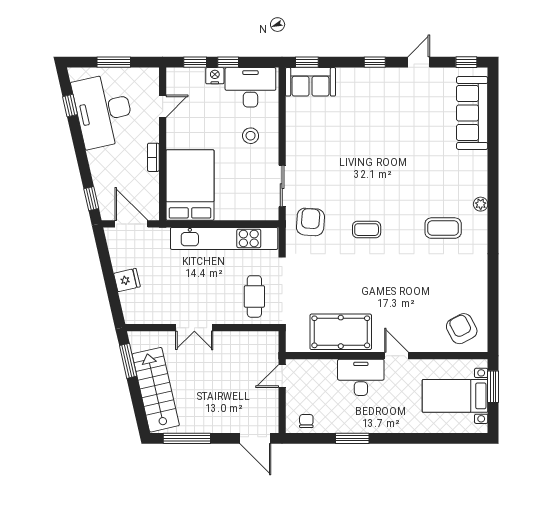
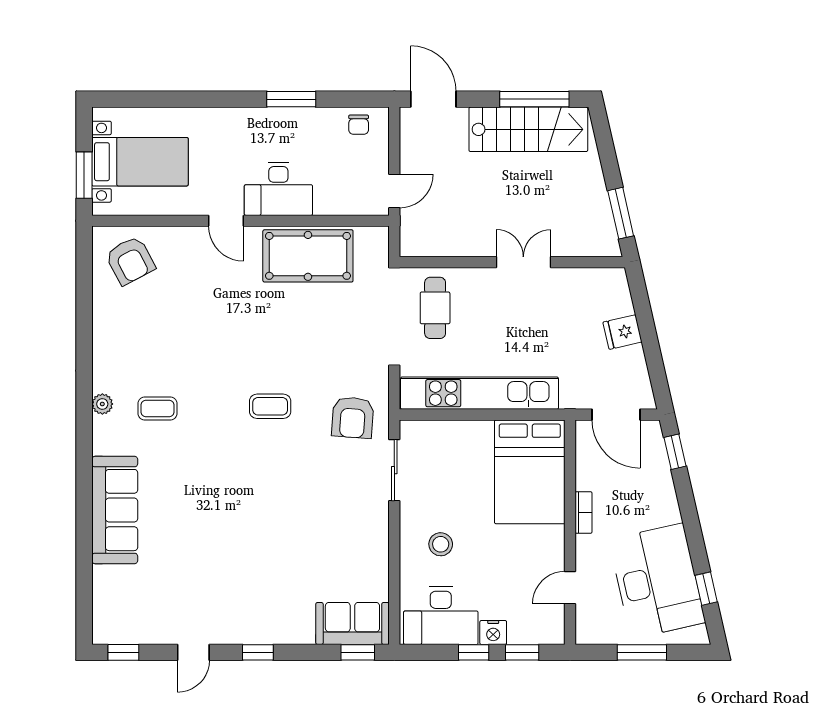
sofa: (472, 113) -> (115, 510), moved
plant: (481, 204) -> (102, 404), moved
coffee table: (443, 228) -> (158, 408), width x0.73, depth x0.77
stairs: (156, 390) -> (528, 129), moved, turned -77

